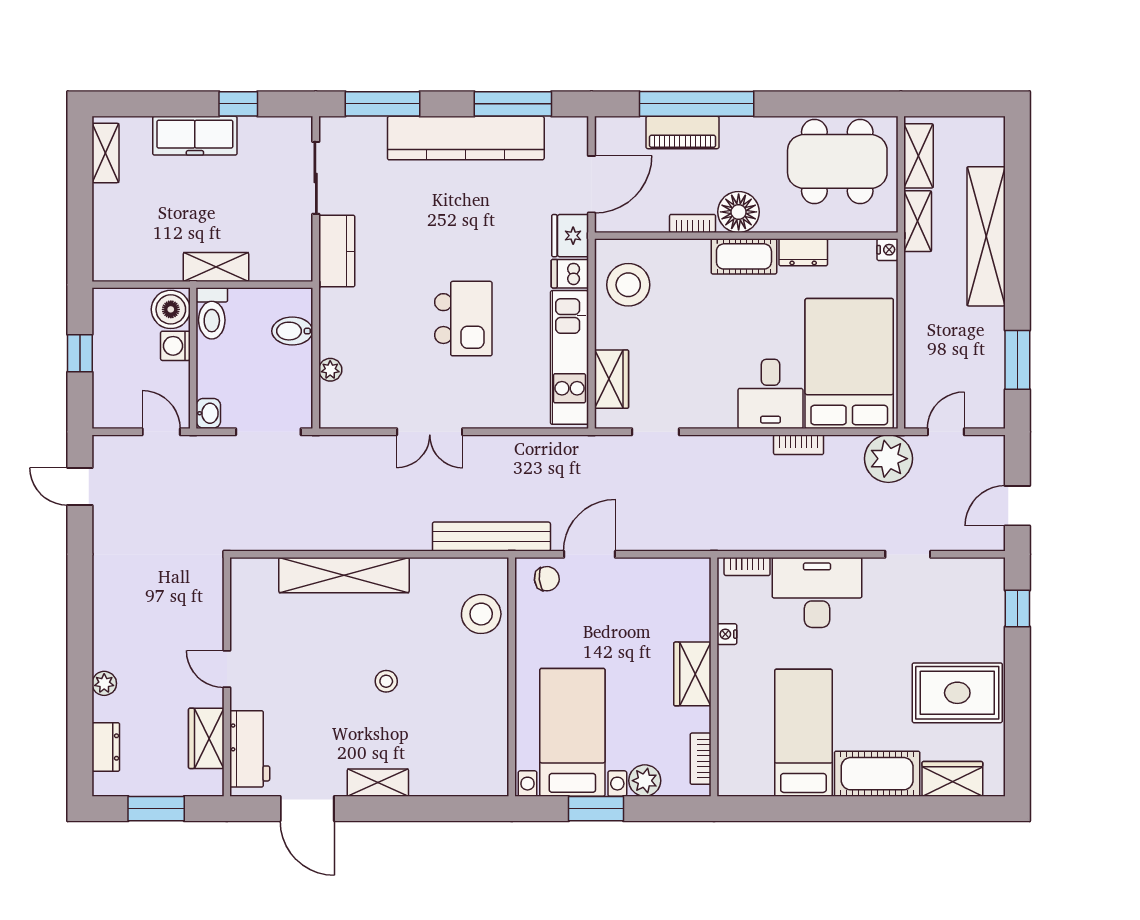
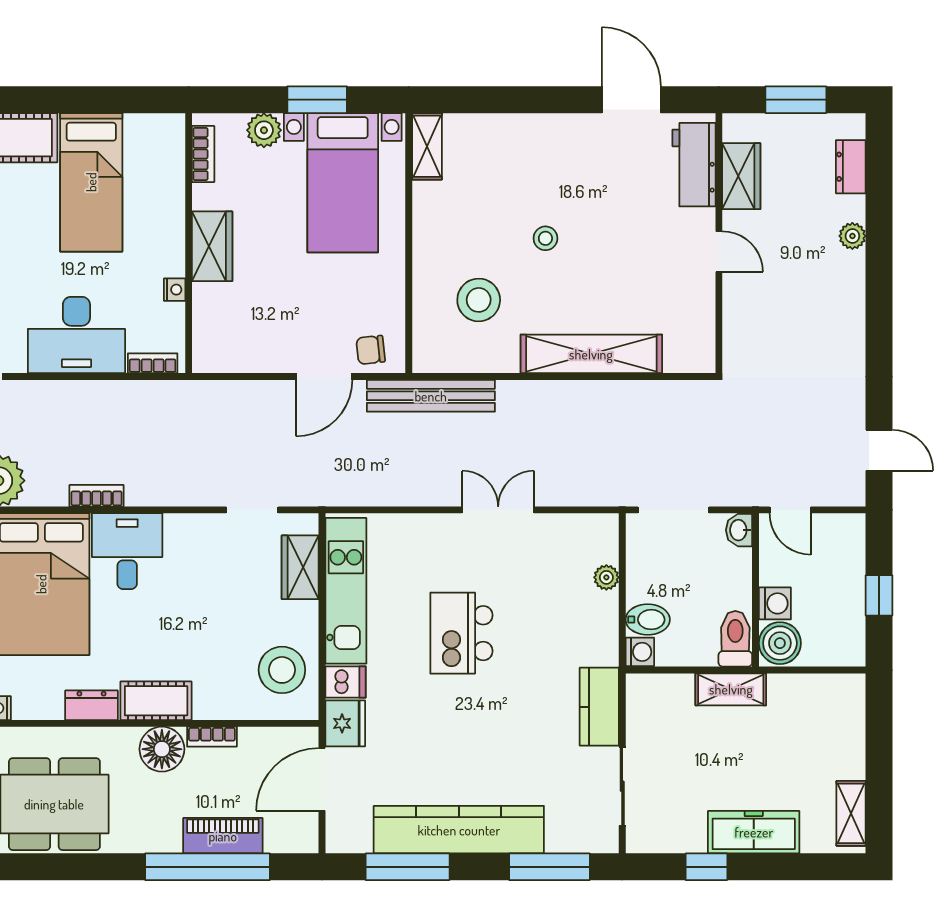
washing machine: (299, 301) -> (640, 652), added
stool: (481, 614) -> (479, 300), moved
shelving: (378, 783) -> (427, 146), moved, turned 90

